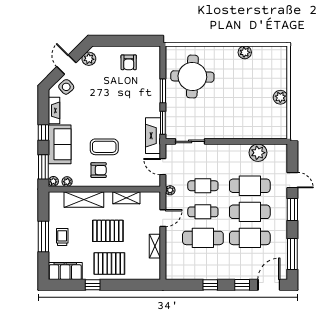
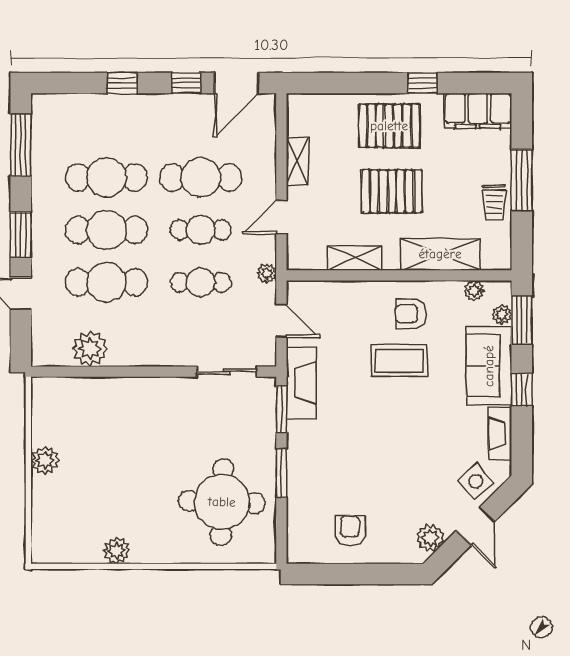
plant: (53, 181) -> (502, 314), moved
trolley: (62, 237) -> (494, 202), moved
door: (269, 285) -> (237, 83), moved

